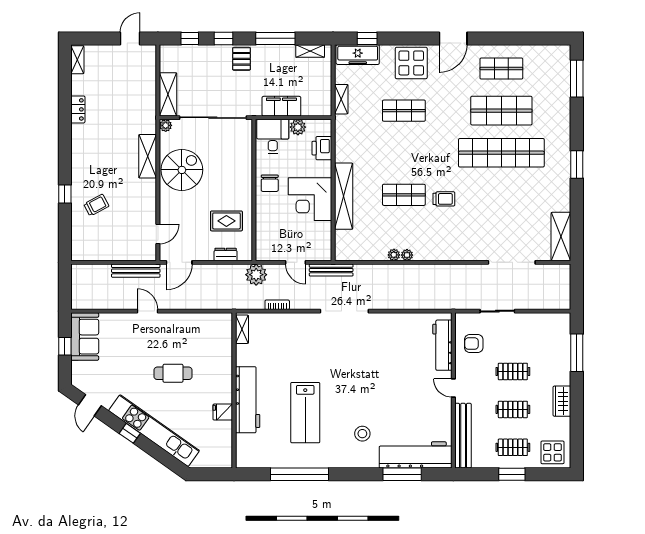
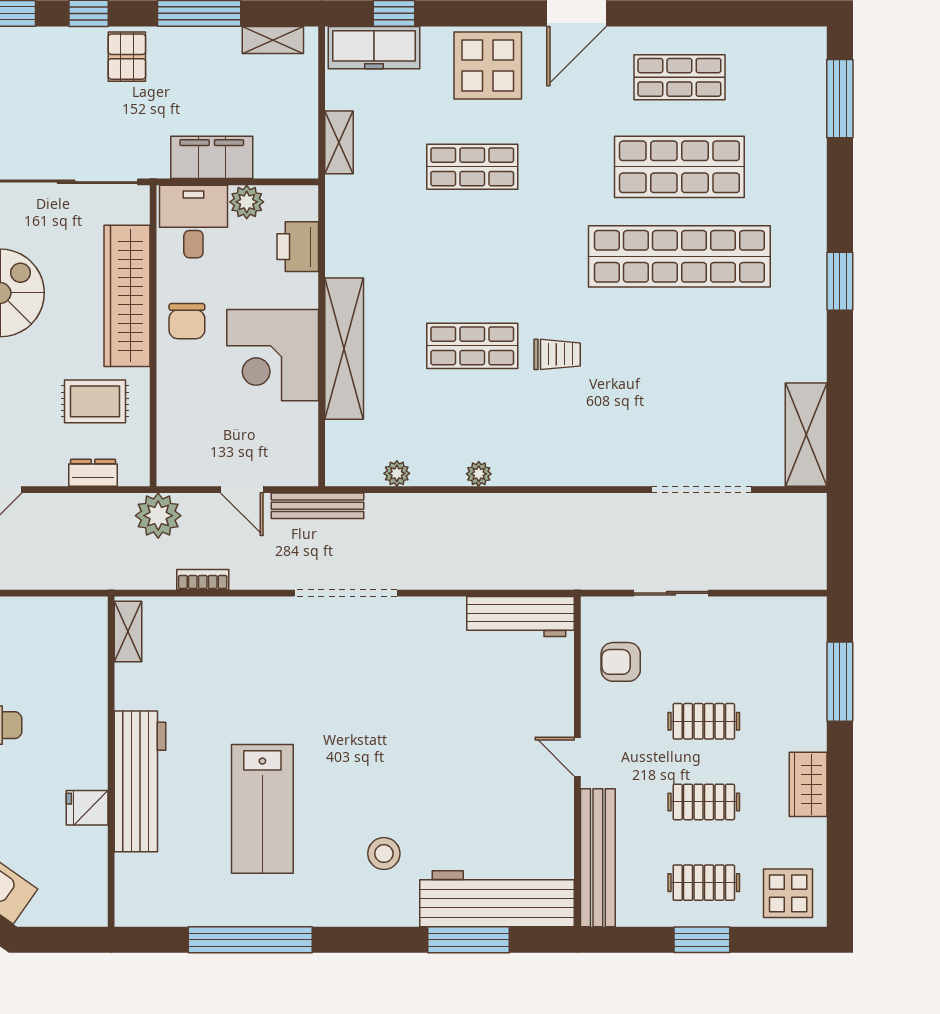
wardrobe: (242, 171) -> (127, 296), added
plant: (394, 255) -> (397, 473), moved
workbench: (442, 345) -> (521, 617), moved, turned -90

